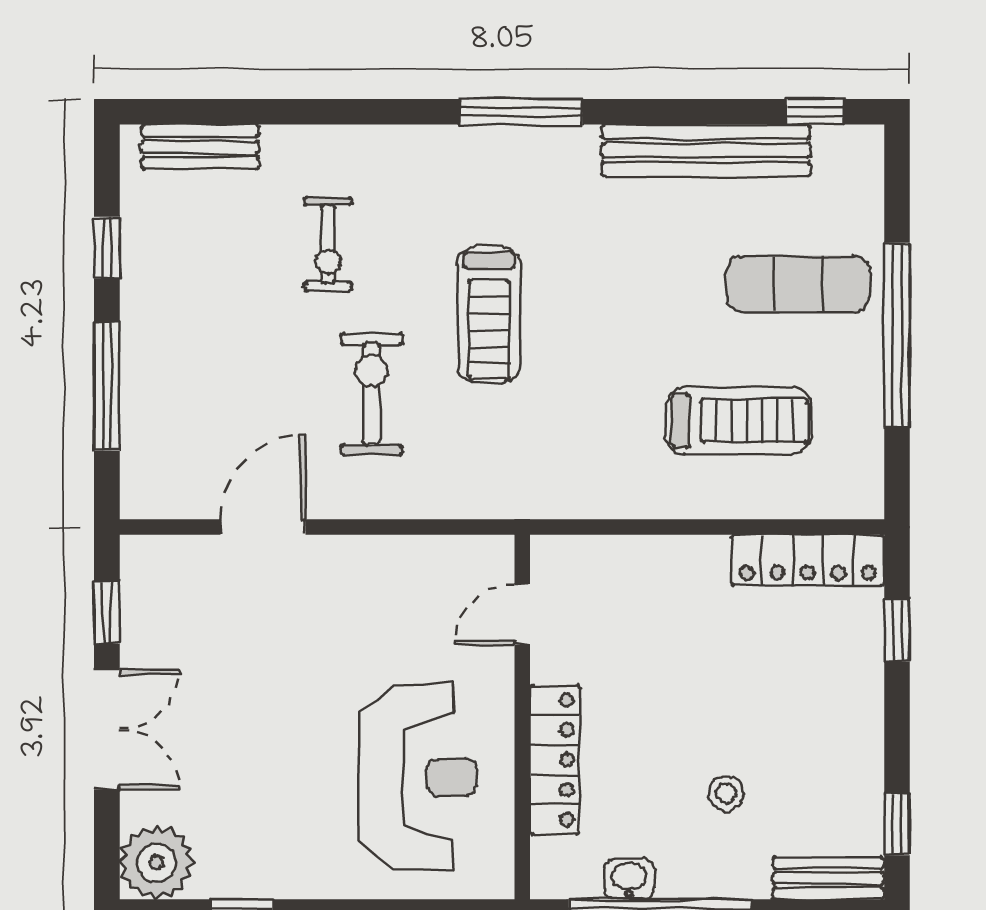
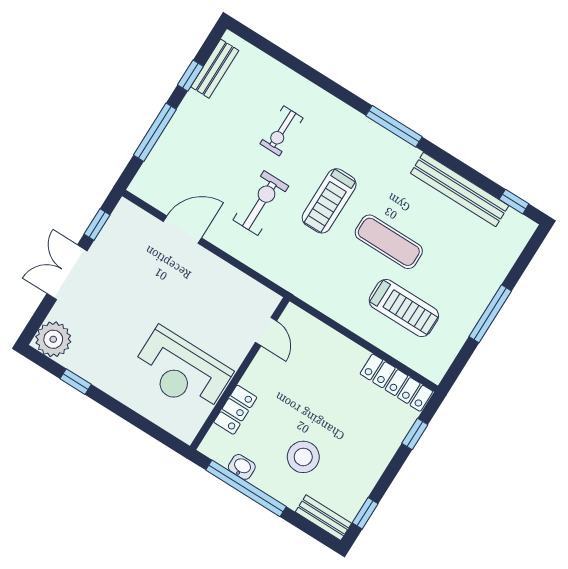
bench: (200, 147) -> (215, 69), moved, turned 90
exercise mat: (798, 284) -> (389, 242), moved
window: (897, 335) -> (490, 314), width x0.68
door: (522, 614) -> (266, 332), swing flipped
double door: (107, 729) -> (67, 272), swing flipped
locker: (554, 760) -> (235, 410), width x0.66
reception desk: (417, 777) -> (182, 371), turned 90
stool: (726, 794) -> (303, 457), width x1.89, depth x1.89

